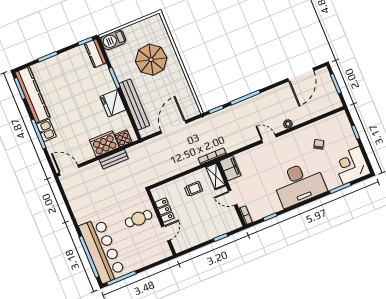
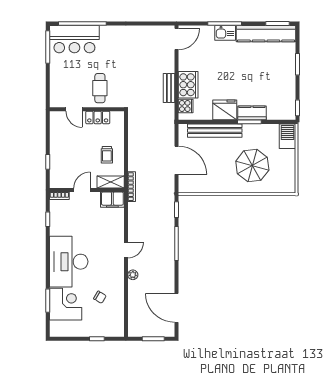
kitchen counter: (95, 53) -> (252, 113), moved
corner desk: (351, 165) -> (66, 304), moved
bar counter: (102, 250) -> (74, 39), width x0.73

